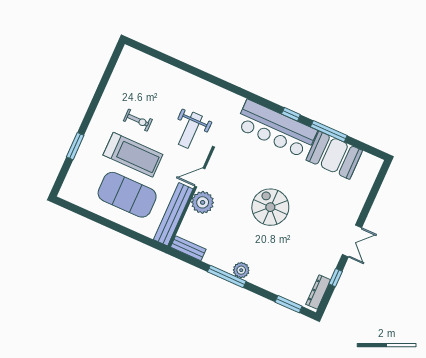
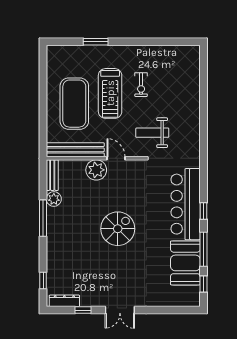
window: (363, 147) -> (204, 284), added
plant: (241, 270) -> (54, 199), moved
window: (289, 304) -> (43, 281), width x0.67

